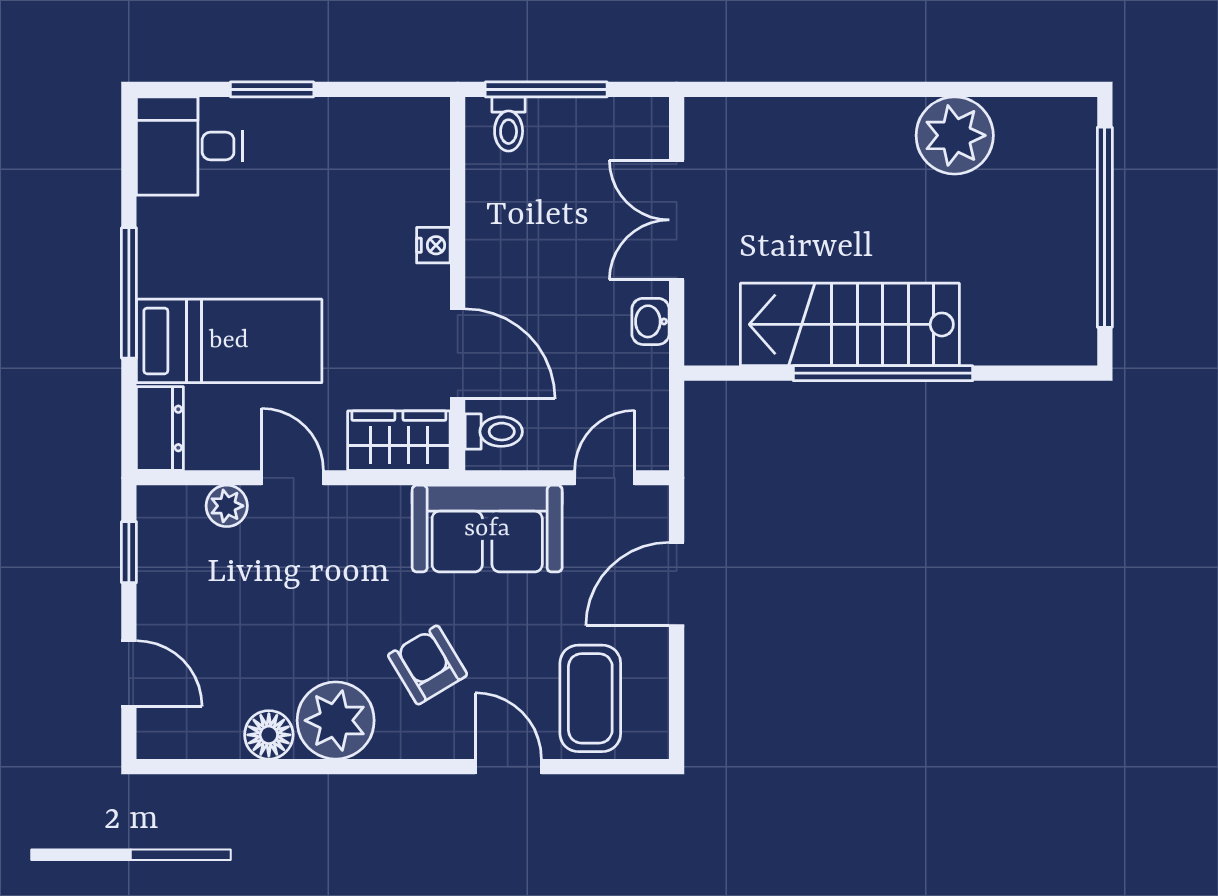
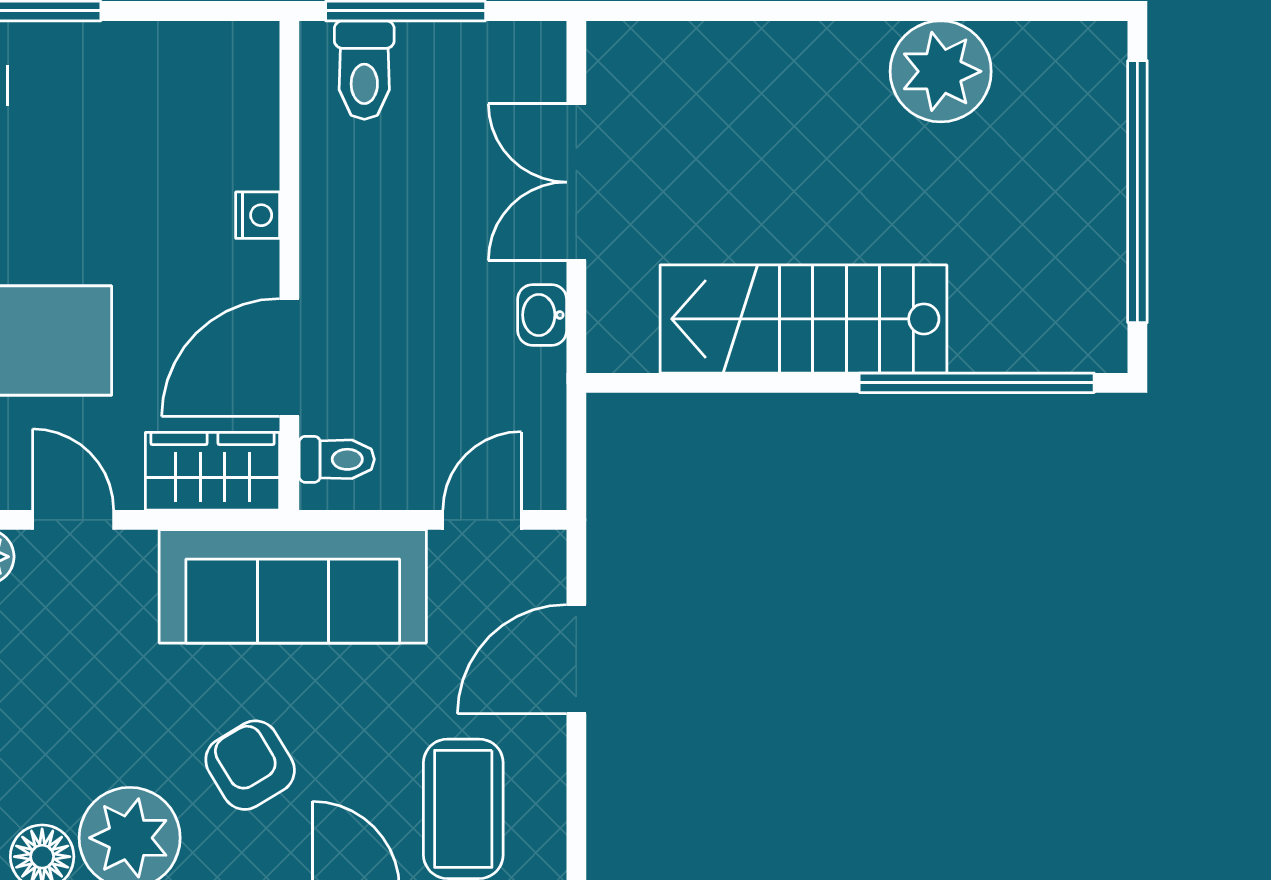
toilet: (509, 124) -> (364, 70), width x1.37, depth x1.39
door: (458, 354) -> (289, 357), swing flipped
window: (883, 373) -> (977, 383), moved
sofa: (487, 529) -> (293, 586), width x1.36

